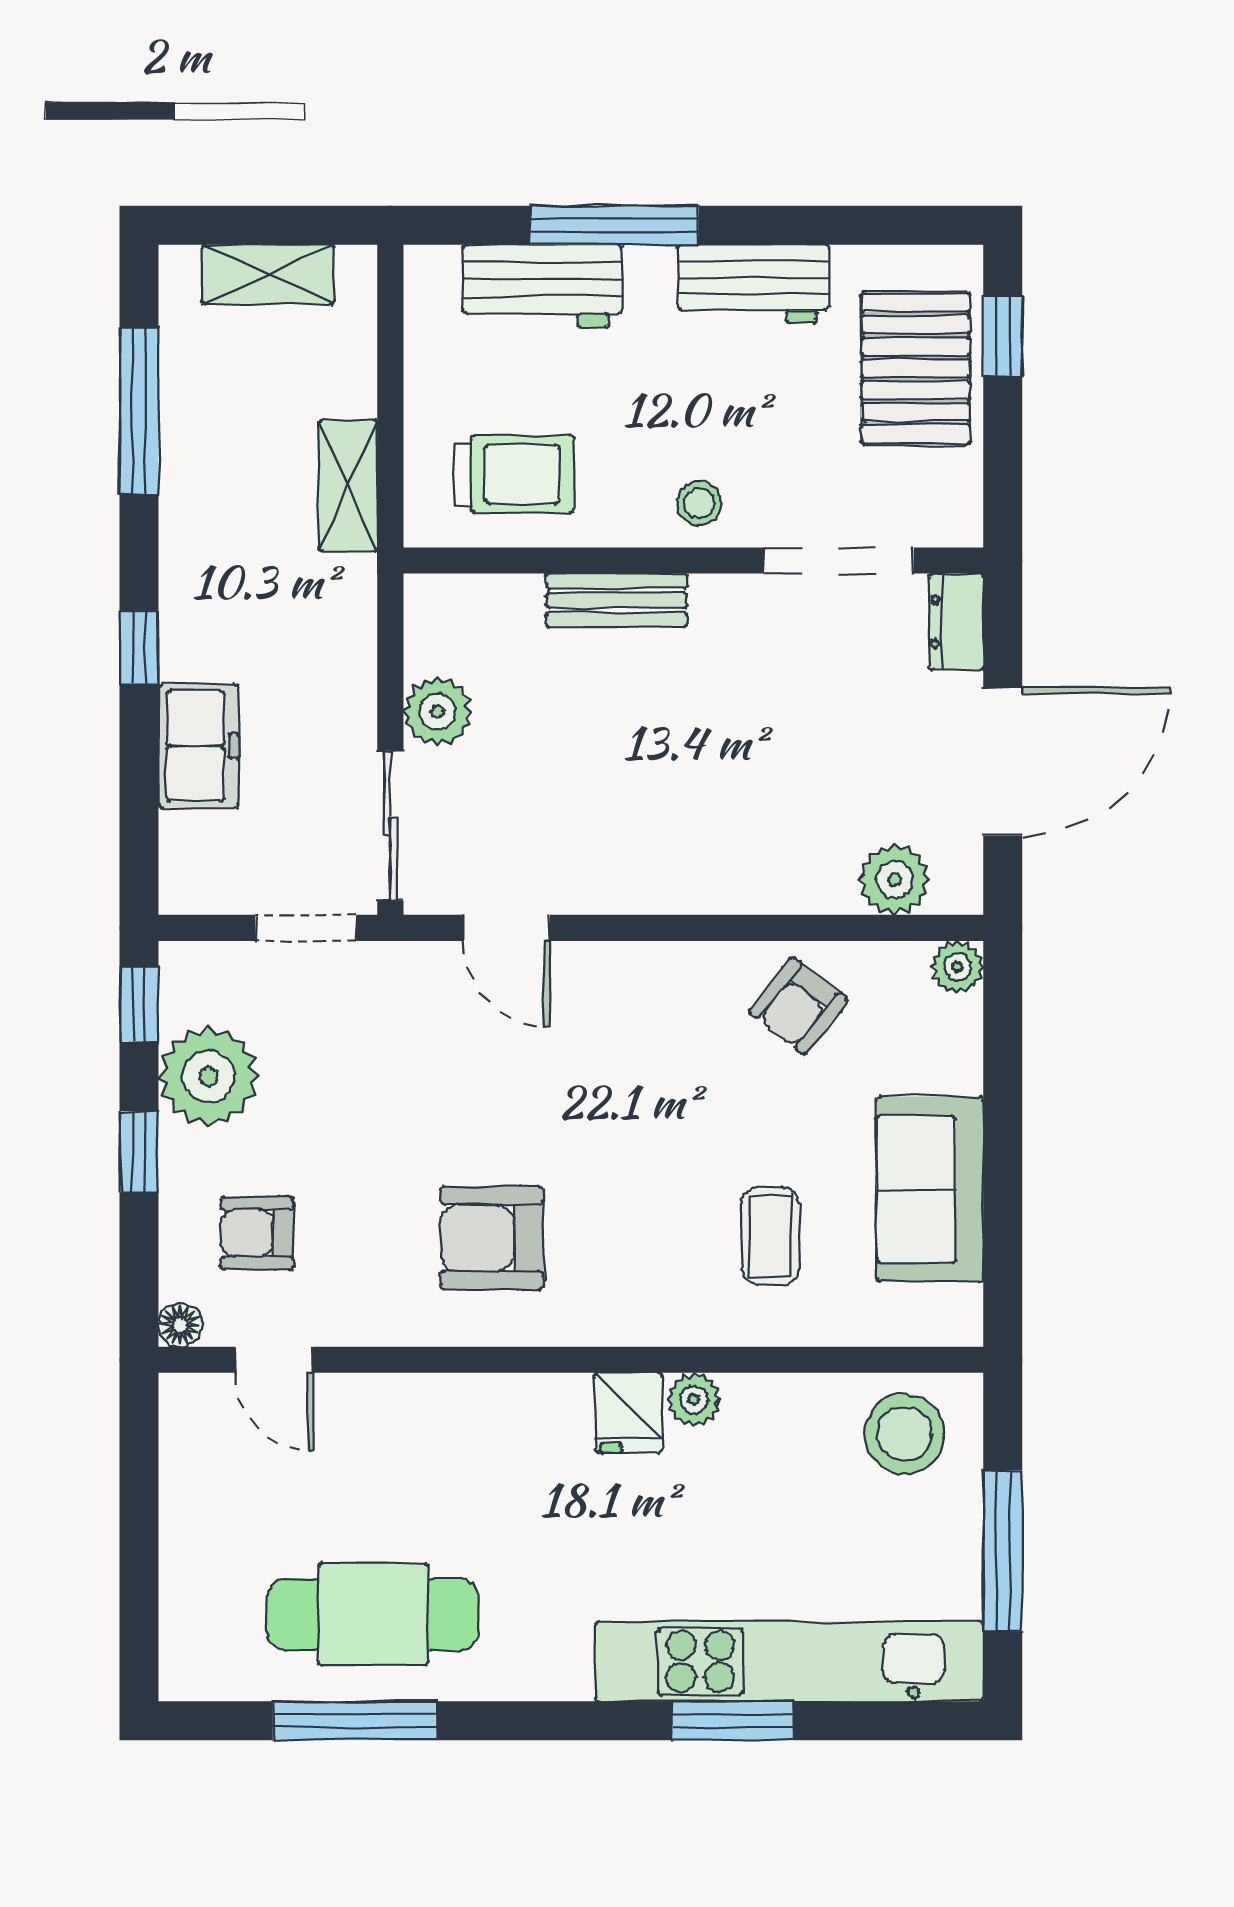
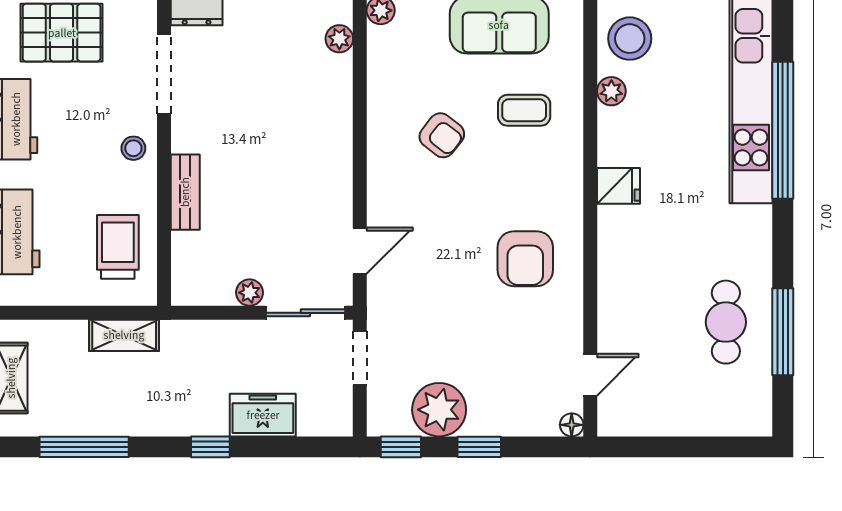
plant: (438, 712) -> (250, 293), width x0.73, depth x0.73
plant: (895, 880) -> (339, 39), width x0.73, depth x0.73
armchair: (798, 1006) -> (442, 135), moved
armchair: (257, 1233) -> (523, 384), removed
plant: (694, 1399) -> (611, 91), moved
cafe table: (373, 1614) -> (726, 322), width x0.73, depth x0.74
window: (733, 1721) -> (783, 130), width x2.11

